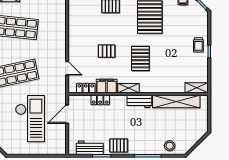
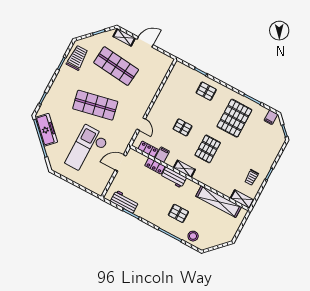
trolley: (198, 45) -> (252, 177), moved
filing cabinet: (107, 86) -> (162, 155), width x0.50
workbench: (139, 101) -> (174, 177), moved
checkout: (30, 119) -> (87, 150), turned 180
pallet: (119, 145) -> (178, 213), moved

